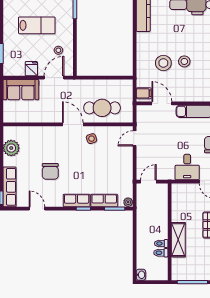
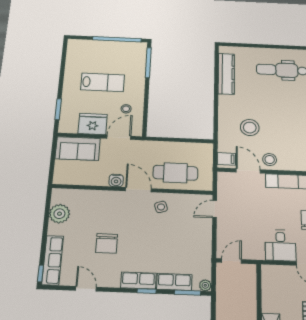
stool: (184, 61) -> (270, 160), moved
fridge: (31, 69) -> (93, 124), width x1.88, depth x1.34
water cooler: (54, 117) -> (116, 180), added

